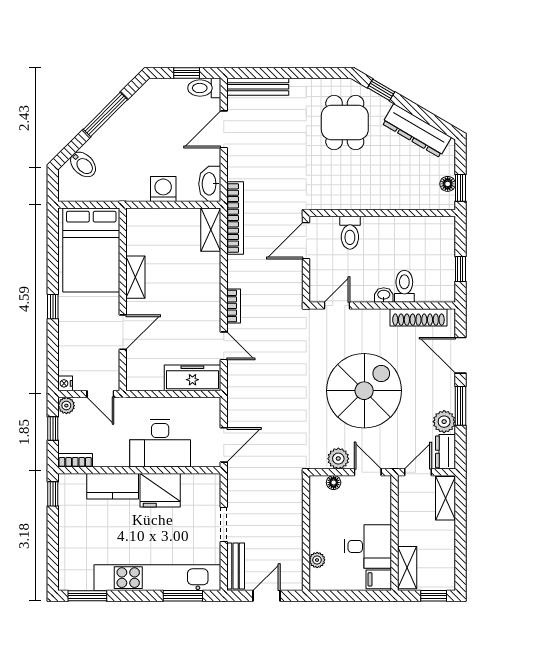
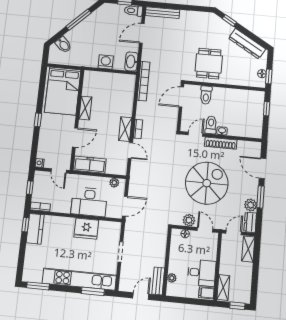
dining table: (345, 123) -> (209, 64), moved
shelving: (211, 230) -> (125, 129), moved
window: (460, 269) -> (267, 109), moved
toilet: (404, 286) -> (211, 125), moved
shoe rack: (418, 317) -> (221, 143), moved
freezer: (192, 378) -> (90, 165), moved
plant: (66, 406) -> (114, 183), moved
kitchen counter: (113, 486) -> (35, 229), moved, turned -90
bench: (236, 566) -> (158, 281), moved

